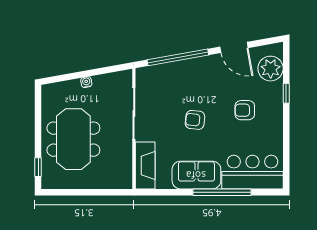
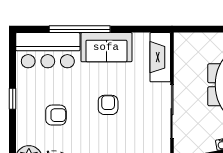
window: (286, 93) -> (13, 99), moved
armchair: (195, 120) -> (108, 105), turned -96

